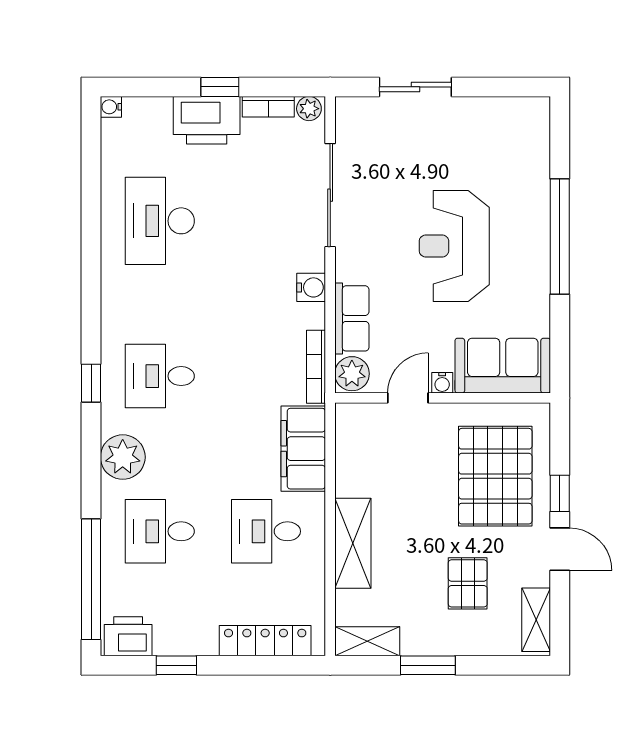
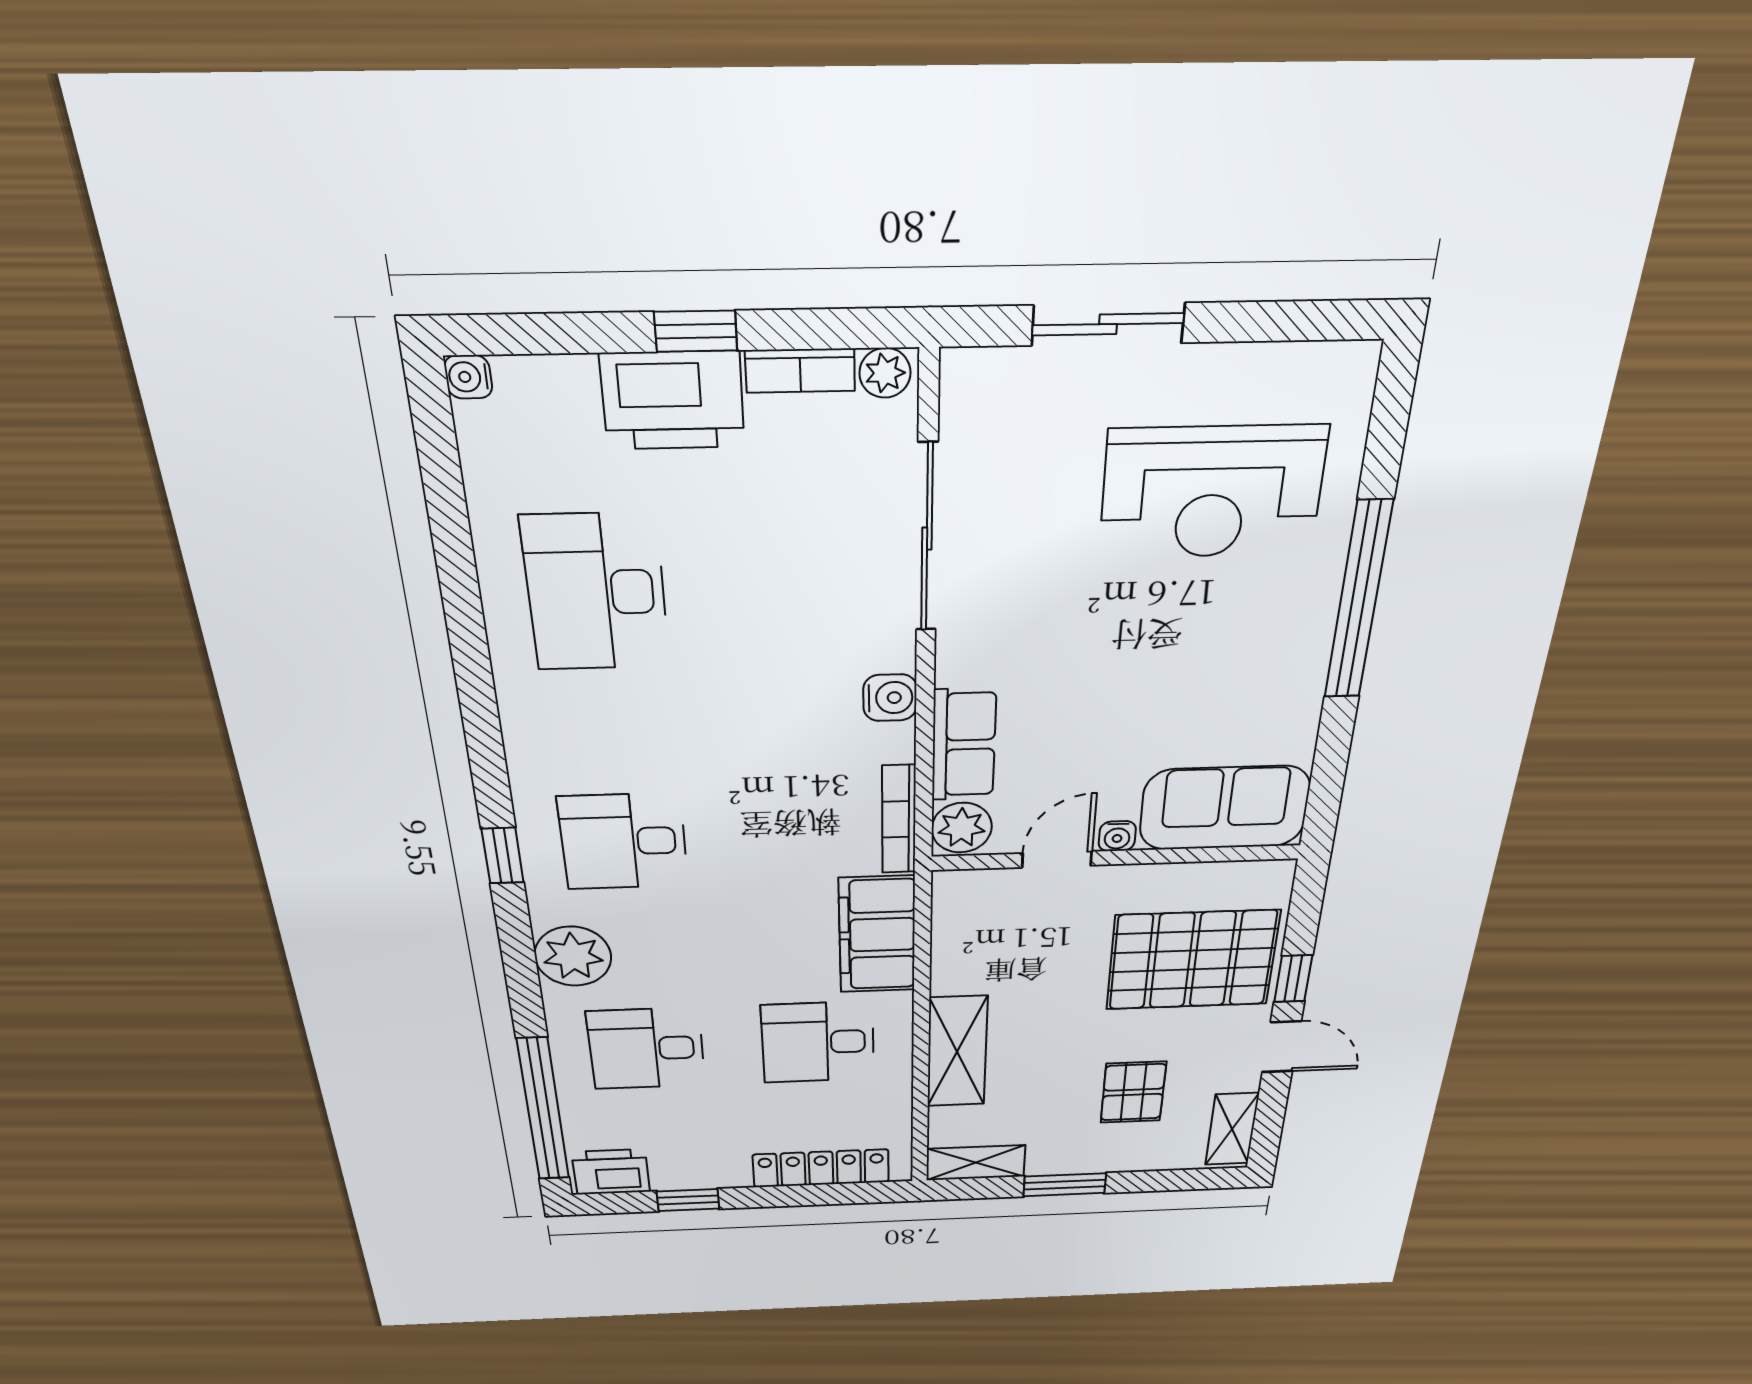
reception desk: (454, 246) -> (1212, 492), moved, turned -90
pallet: (495, 476) -> (1192, 960), turned 90

